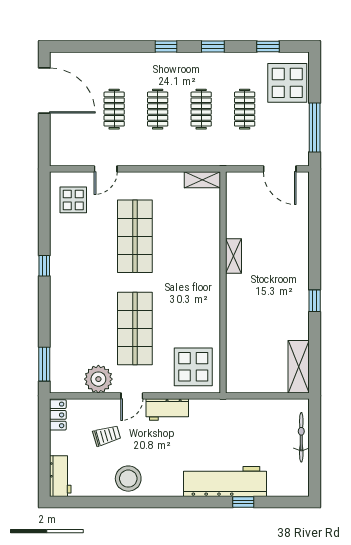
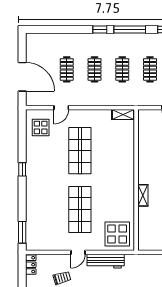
window: (213, 46) -> (130, 29), width x2.17
door: (44, 91) -> (22, 77), moved
shelving: (234, 256) -> (143, 195), moved
plant: (98, 379) -> (57, 242), removed
workbench: (167, 409) -> (106, 261), width x1.38

